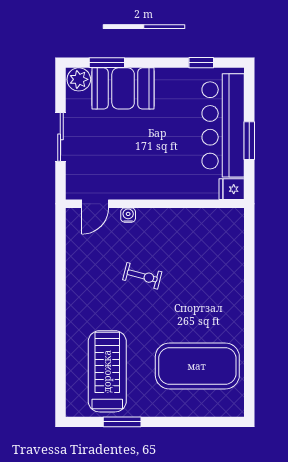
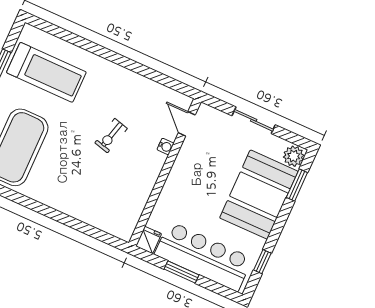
booth: (123, 88) -> (259, 195), width x1.36, depth x1.42

